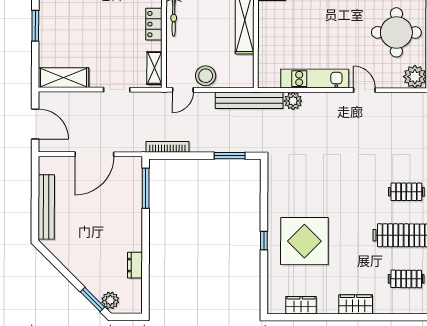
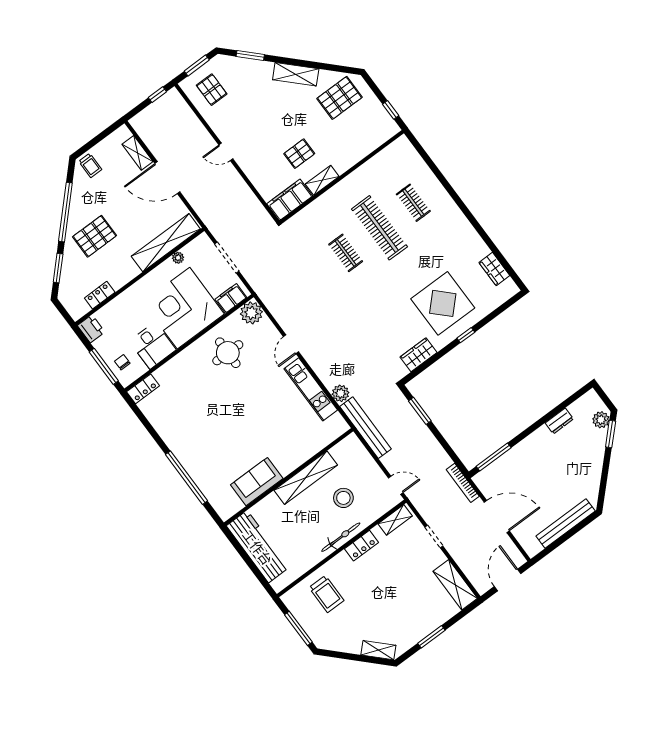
round table: (396, 32) -> (228, 353), width x0.73, depth x0.73
stool: (206, 76) -> (343, 498), moved
bookcase: (167, 147) -> (463, 483), moved
wardrobe: (356, 304) -> (419, 355), moved, turned 90

